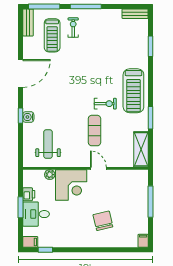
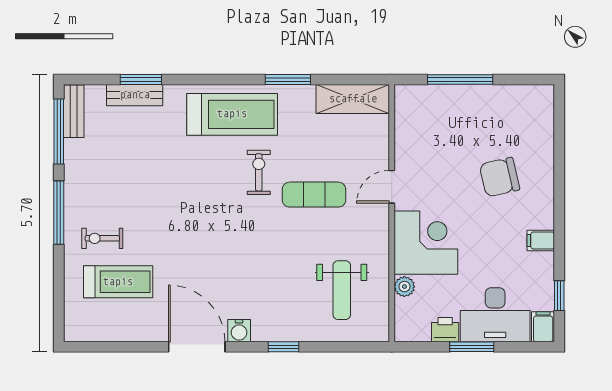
window: (44, 6) -> (59, 132), moved
bench: (28, 22) -> (135, 95), moved
water cooler: (28, 117) -> (239, 331), moved
weight bench: (48, 144) -> (342, 290), turned -90
desk: (36, 214) -> (495, 315), width x1.37
filing cabinet: (143, 241) -> (541, 240), moved

